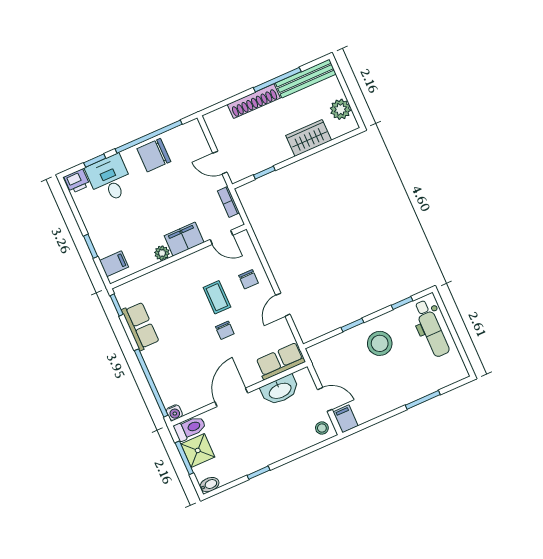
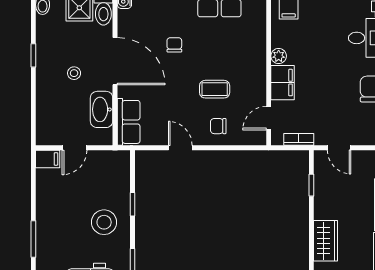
door: (220, 163) -> (339, 148), swing flipped
chair: (225, 330) -> (174, 45), moved, turned 90
door: (231, 397) -> (115, 61), width x1.36
stool: (322, 428) -> (74, 73), moved

